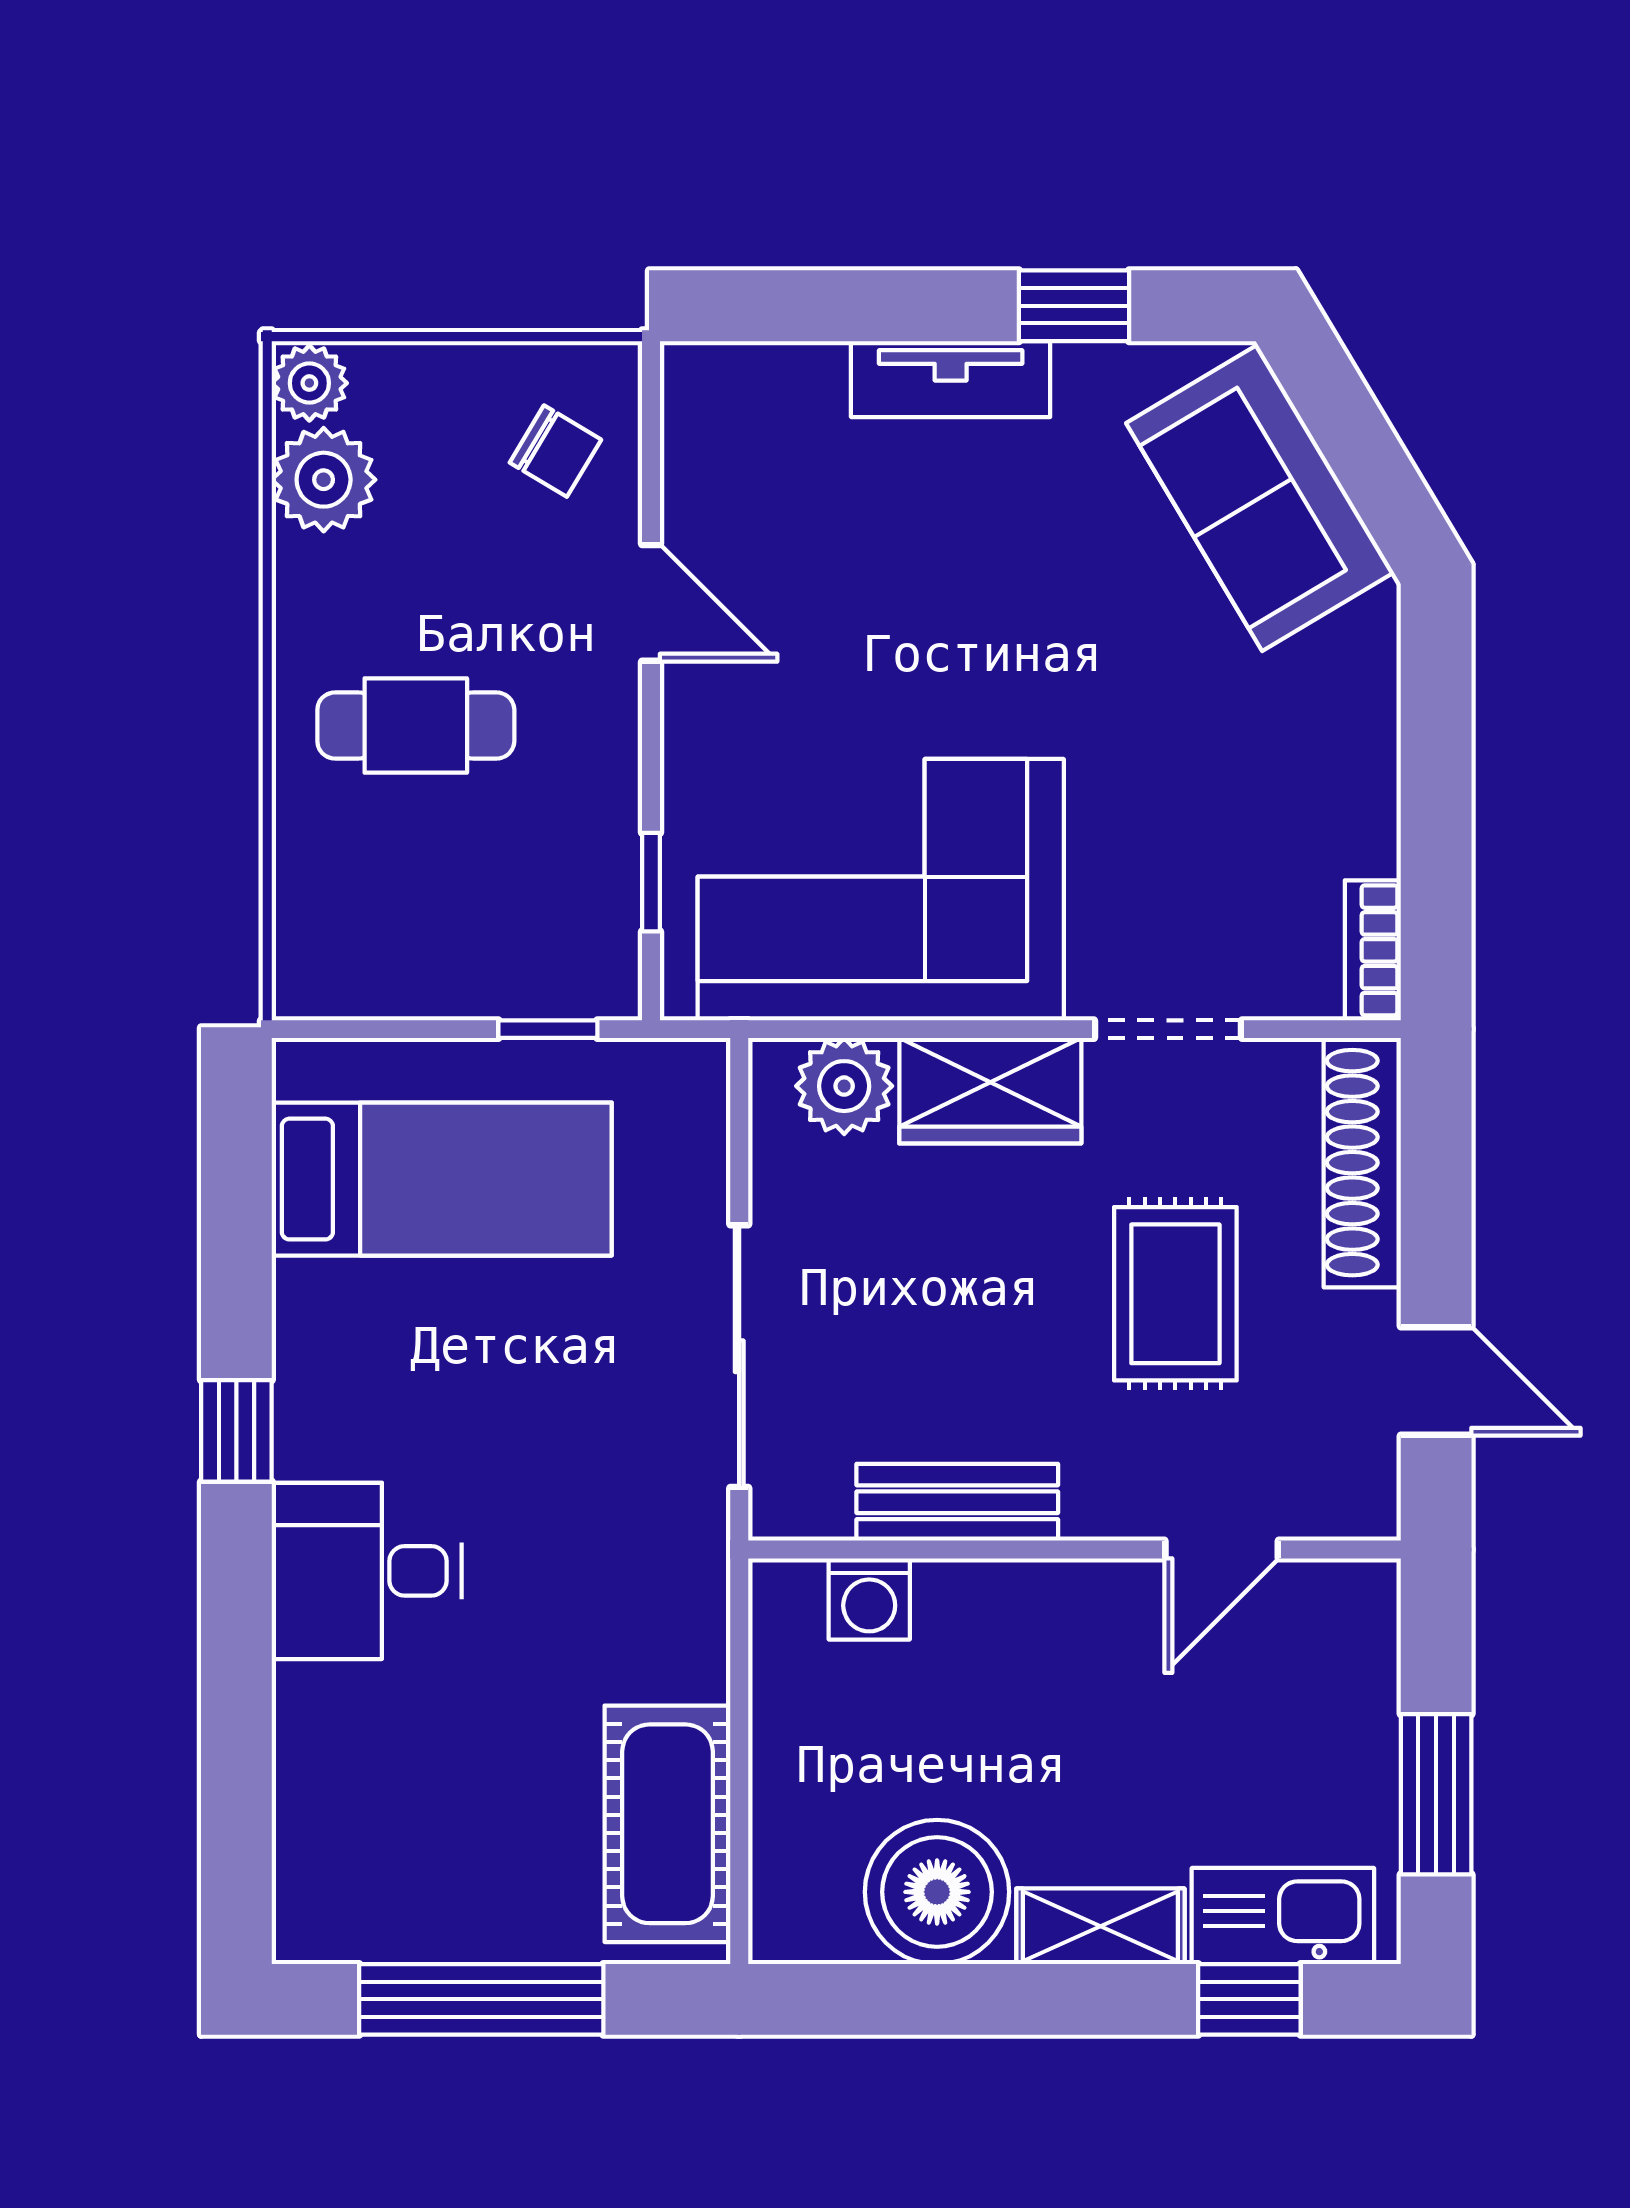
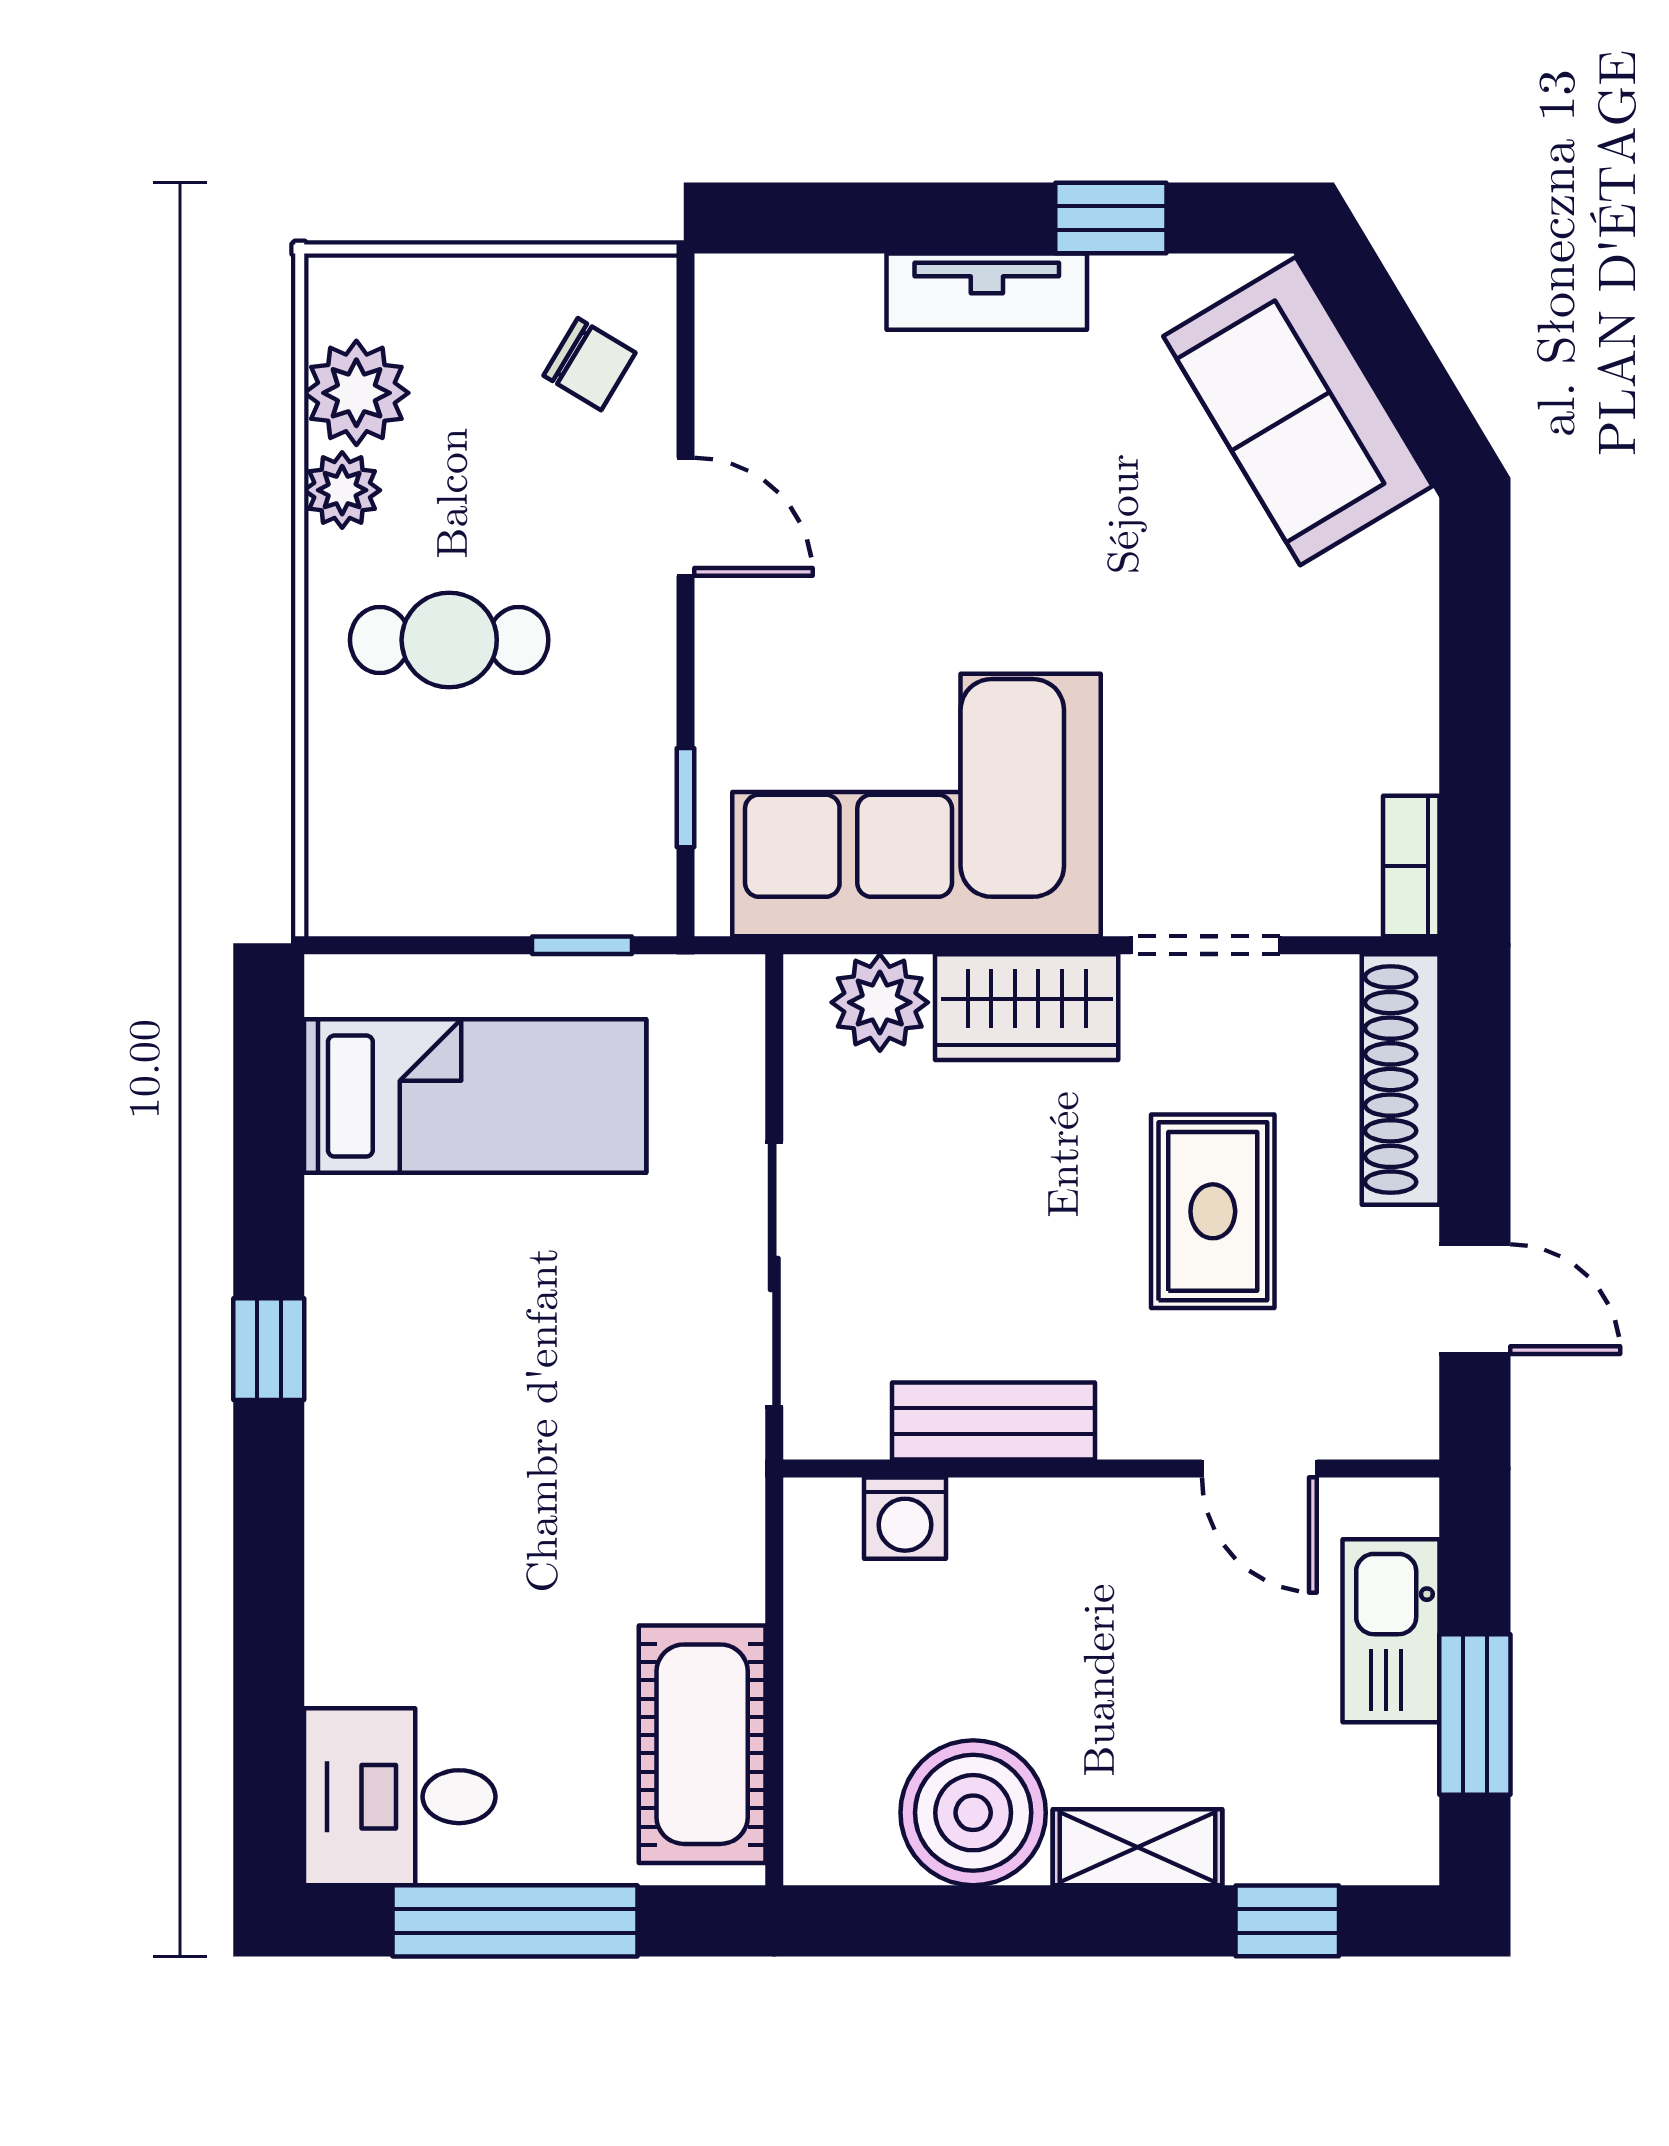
plant: (309, 383) -> (342, 490), moved
door: (1222, 1550) -> (1259, 1468), hinge flipped
desk: (367, 1571) -> (400, 1797), moved
kitchen sink: (1283, 1916) -> (1391, 1631), moved, turned -90

